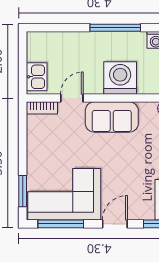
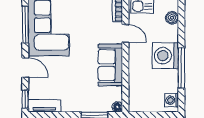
boiler: (52, 39) -> (172, 18), added
washing machine: (120, 78) -> (165, 56), moved, turned 180

